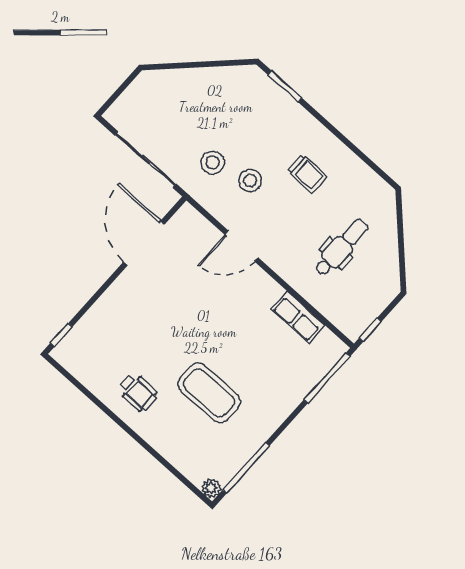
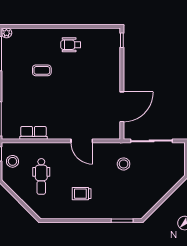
stool: (250, 180) -> (12, 161), moved
door: (144, 243) -> (122, 107), hinge flipped
door: (242, 246) -> (82, 141), swing flipped
coffee table: (209, 393) -> (42, 70), width x0.54, depth x0.58

